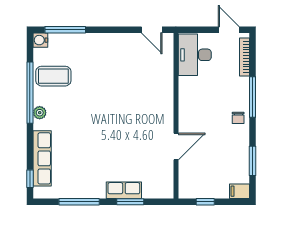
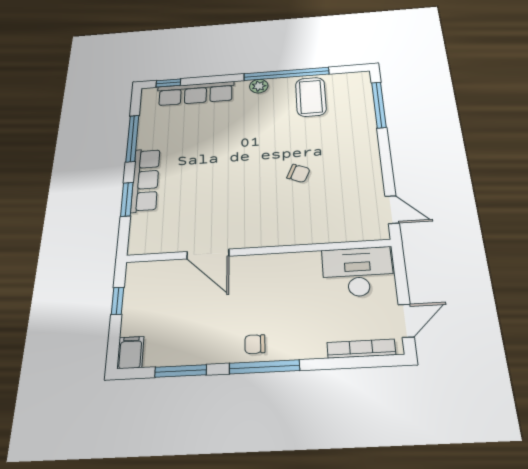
door: (152, 30) -> (392, 210), swing flipped
water cooler: (40, 40) -> (361, 79), removed
chair: (119, 88) -> (298, 173), added
window: (252, 97) -> (264, 367), moved
row of seats: (124, 190) -> (145, 180), width x1.48

